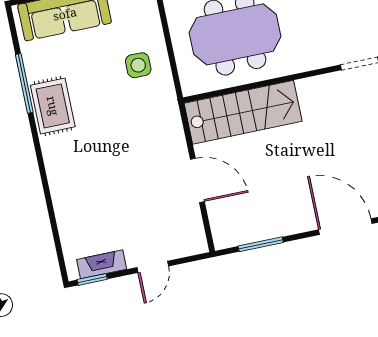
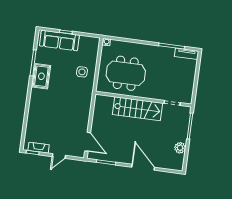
stairs: (243, 112) -> (138, 109), moved
door: (197, 180) -> (88, 142), moved

